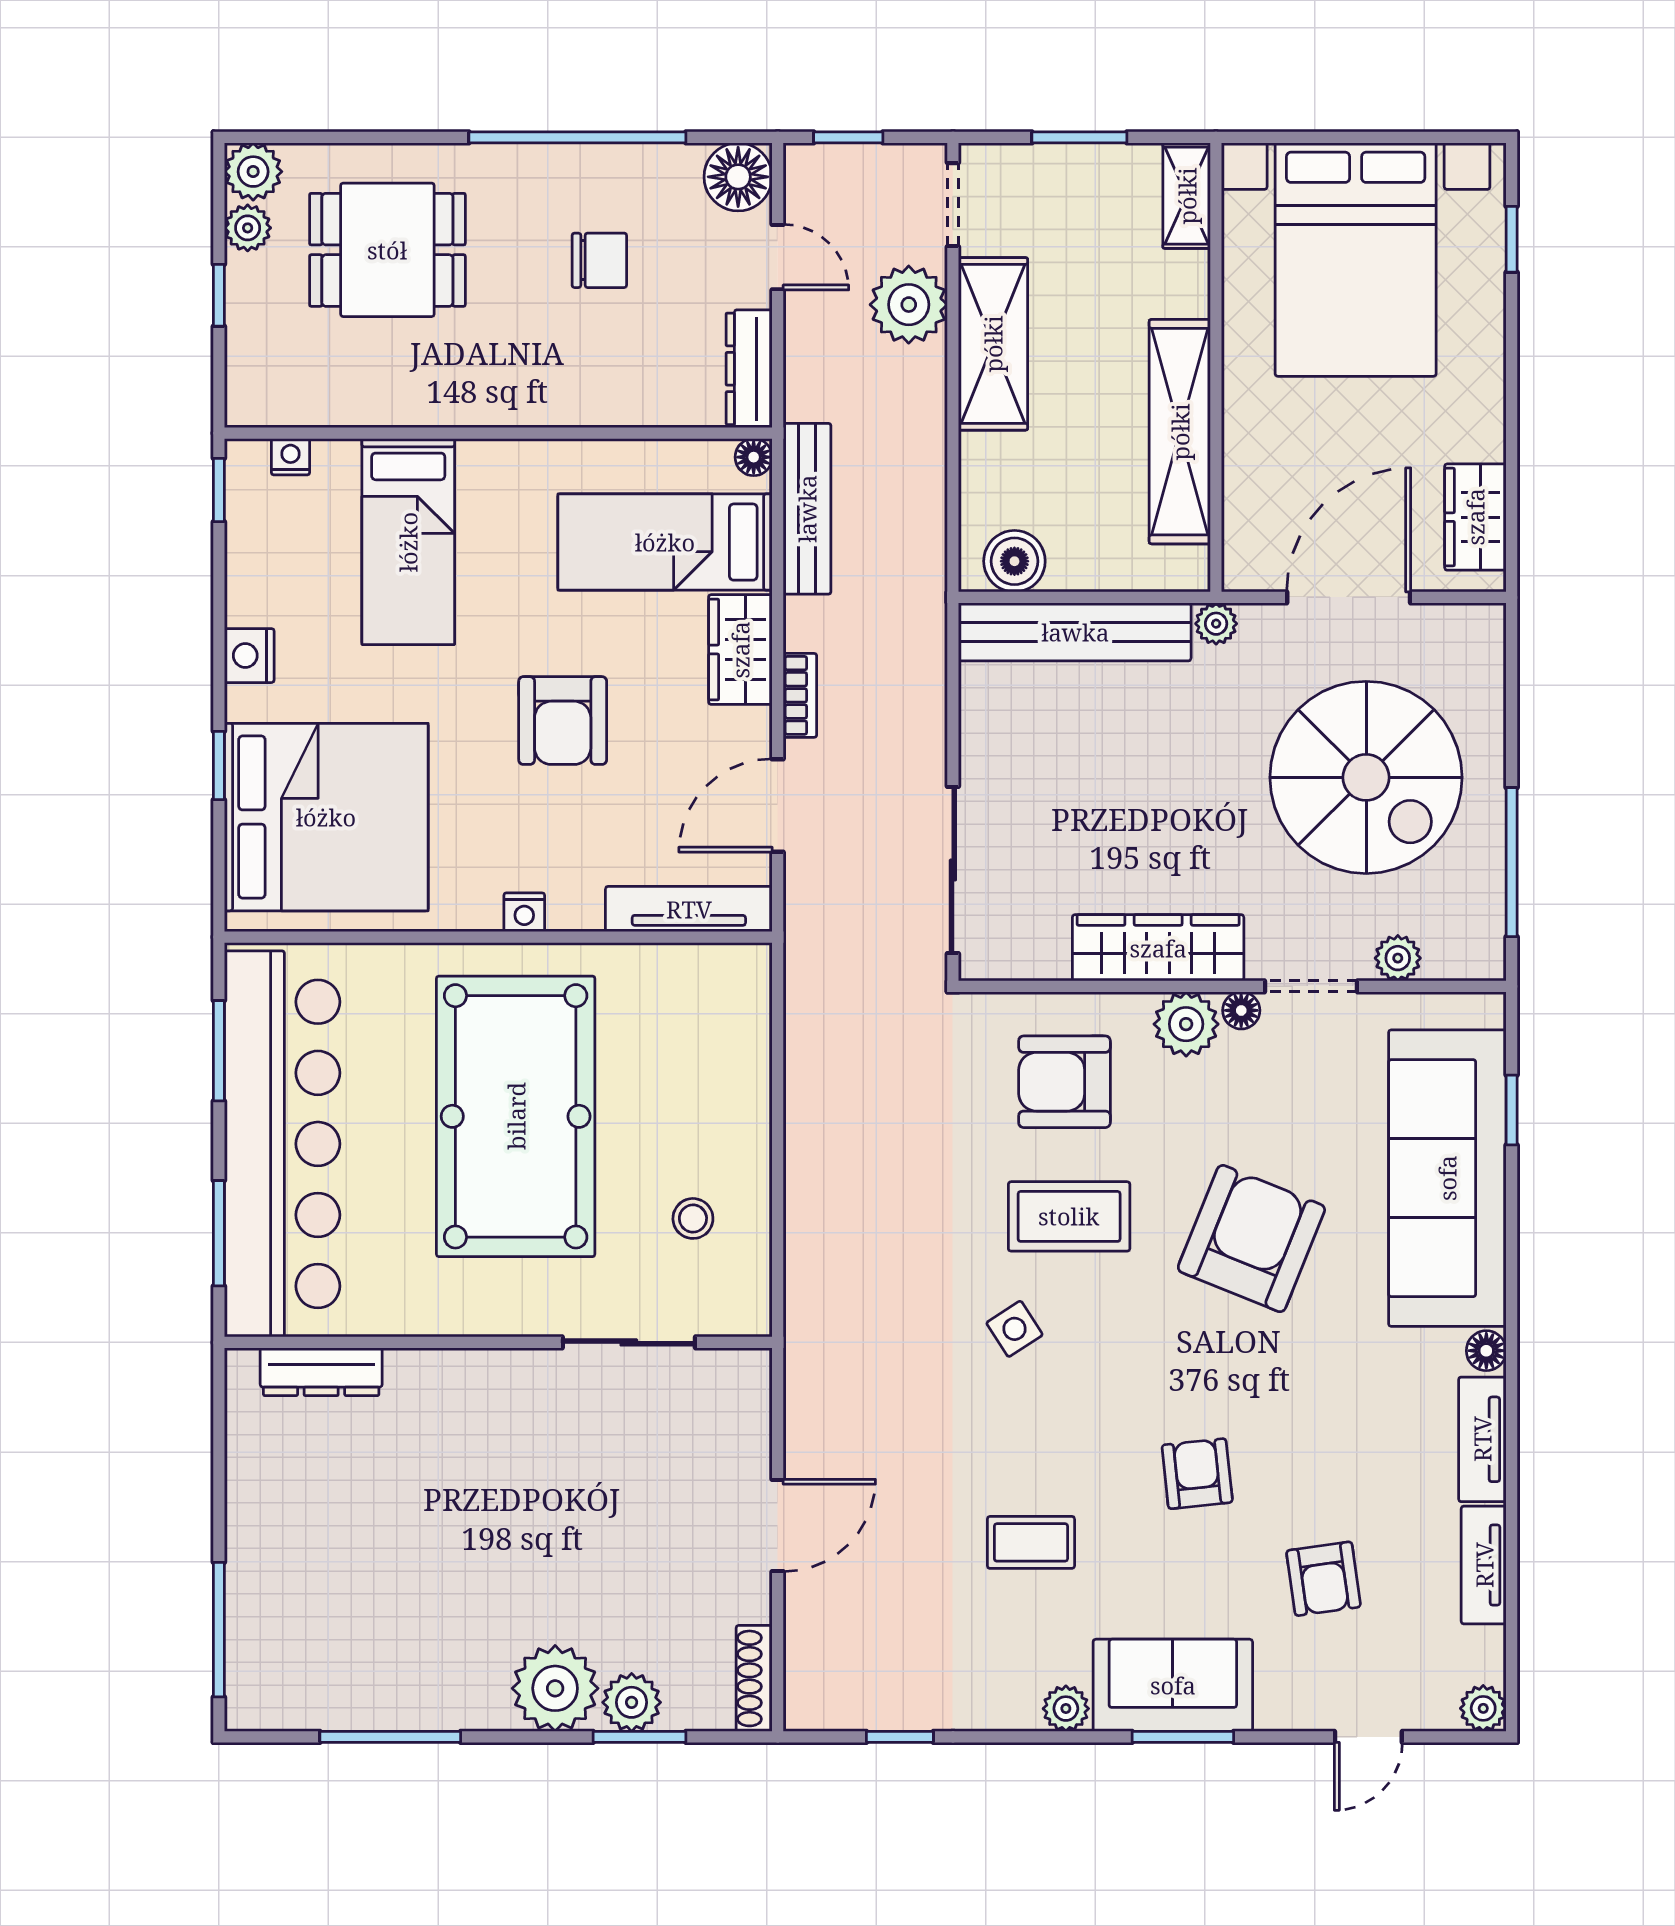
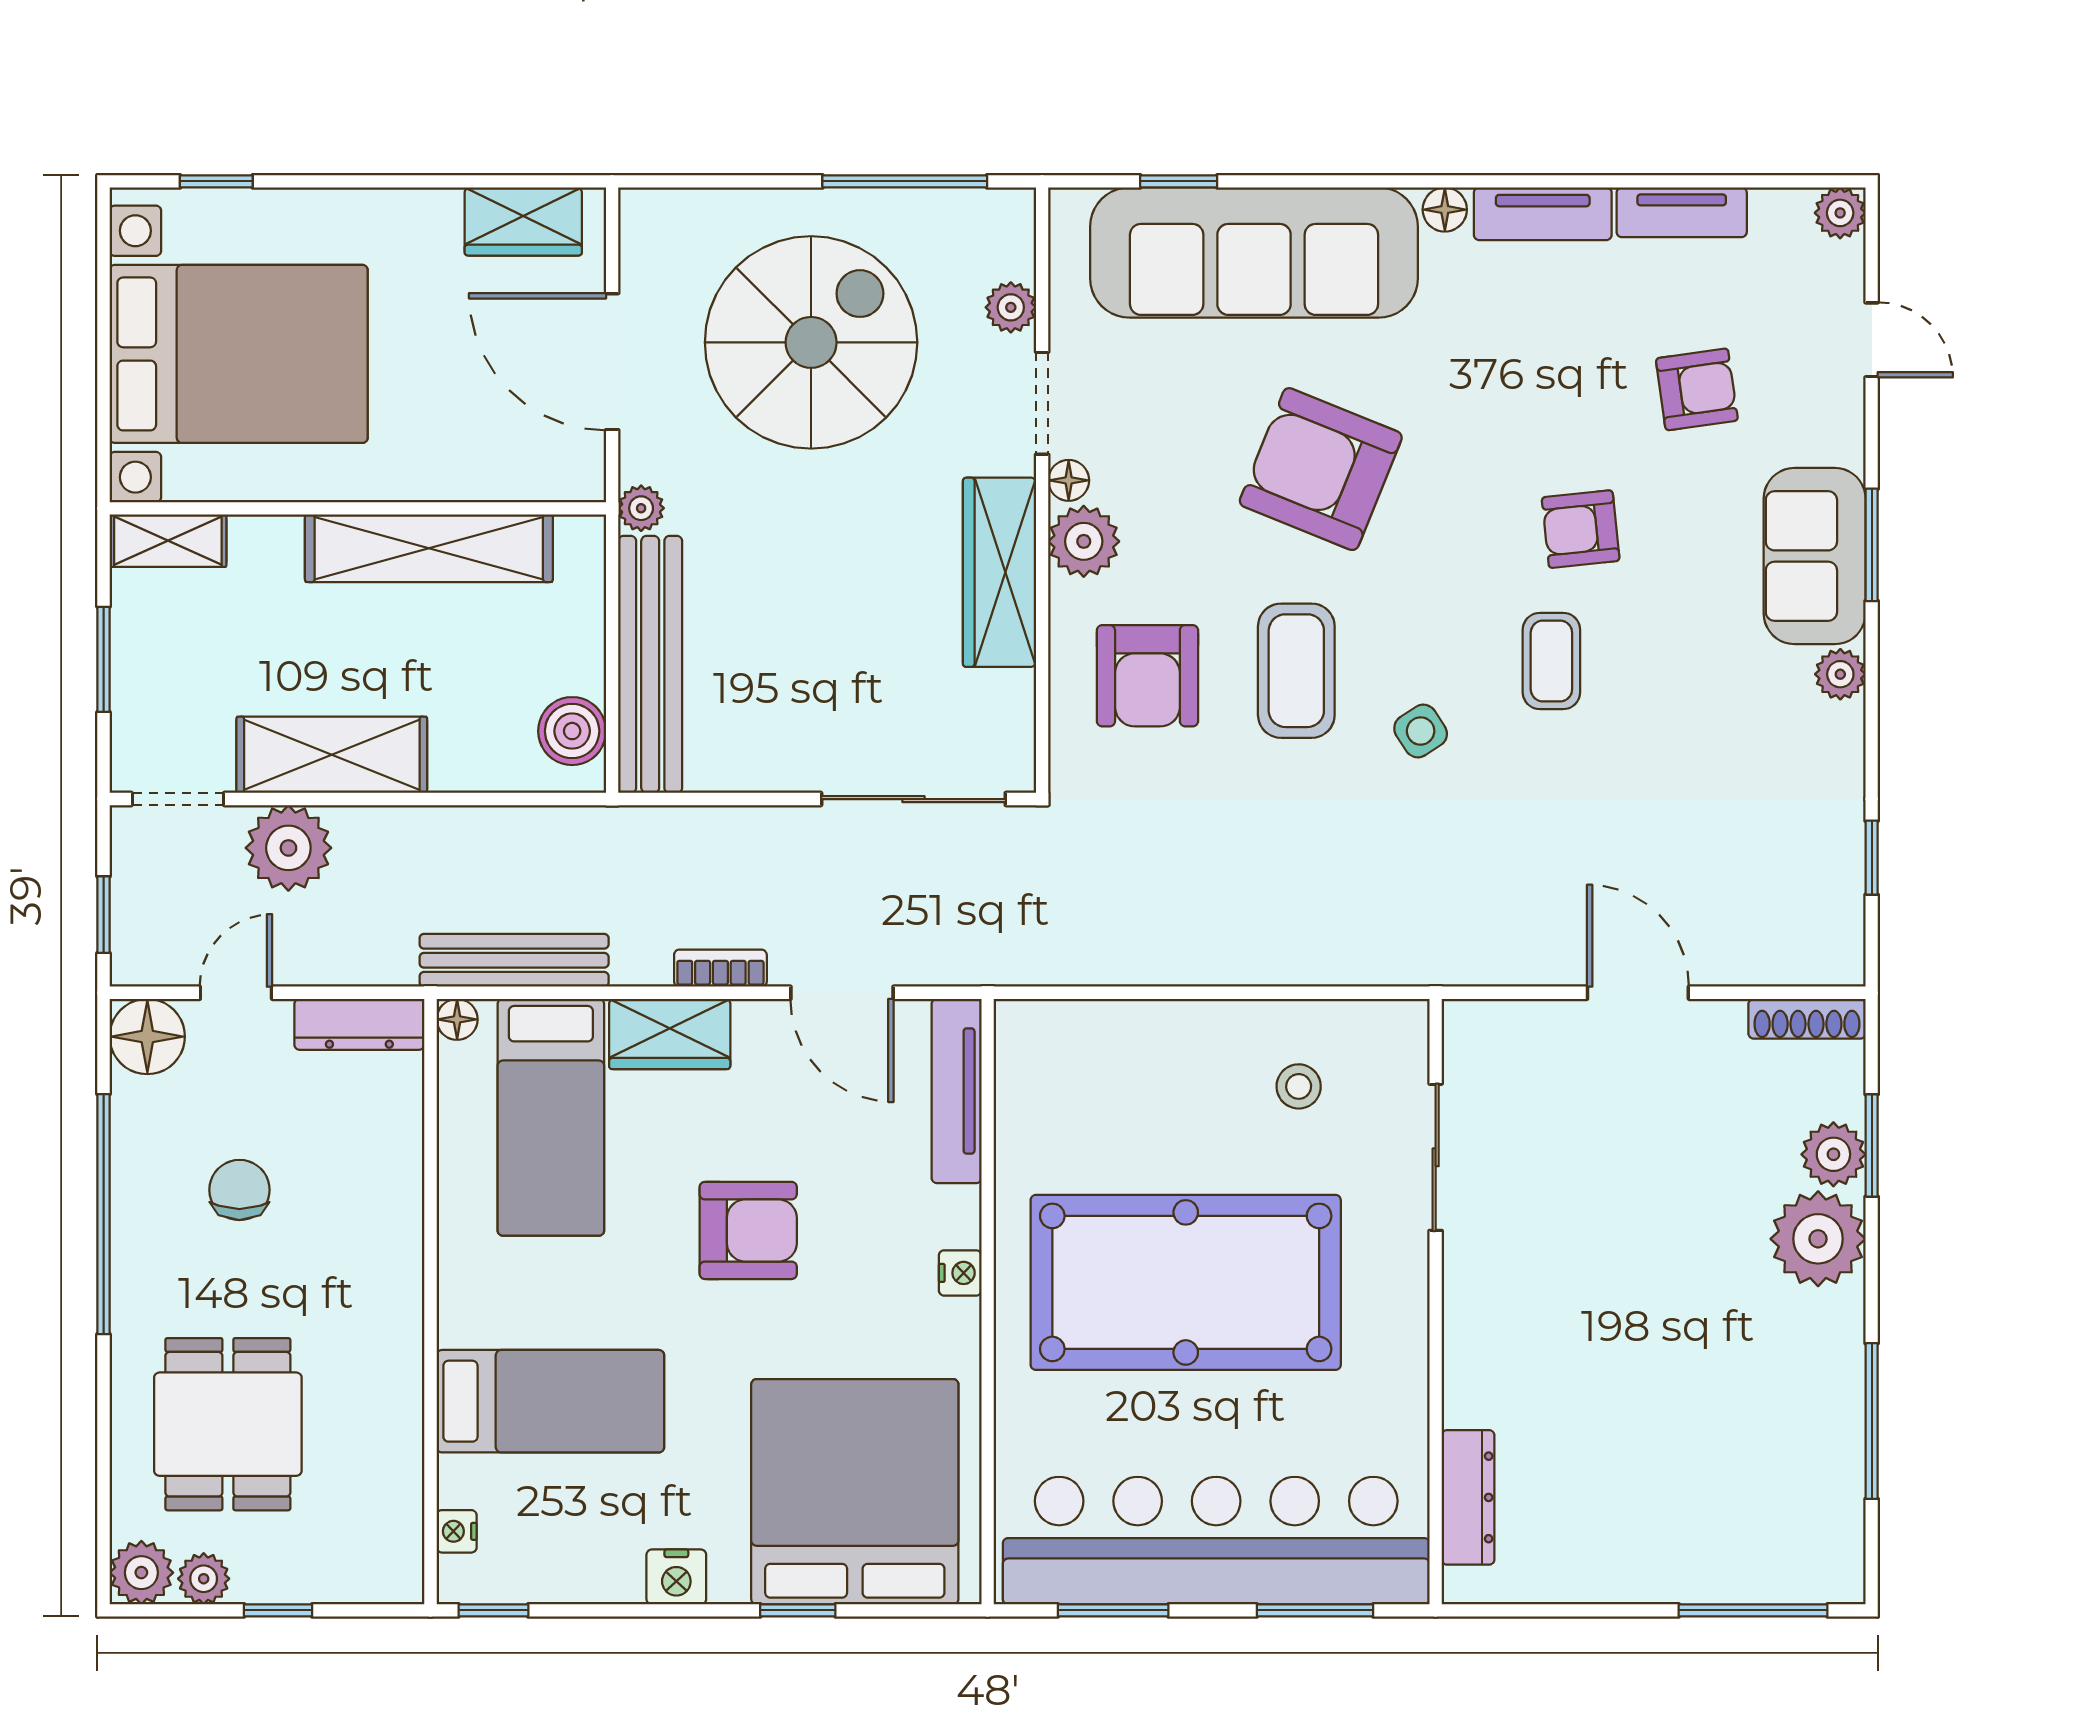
coffee table: (1031, 1542) -> (1551, 661), moved

